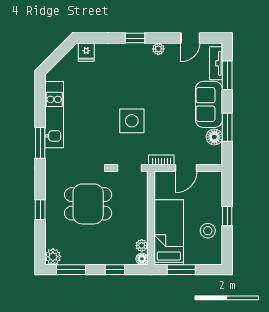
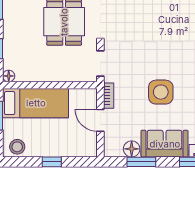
side table: (132, 121) -> (161, 92), moved
stool: (208, 231) -> (17, 147), moved
plant: (142, 246) -> (22, 76), removed

